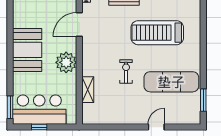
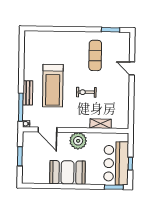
treadmill: (157, 33) -> (53, 86), moved
exercise mat: (171, 82) -> (95, 55), width x0.73, depth x0.69

